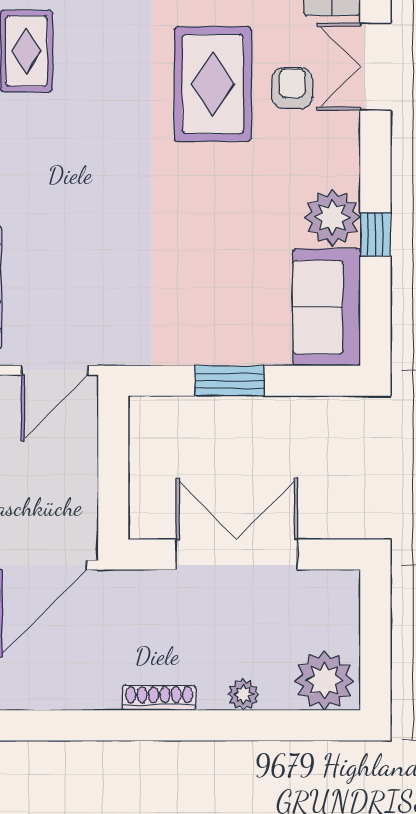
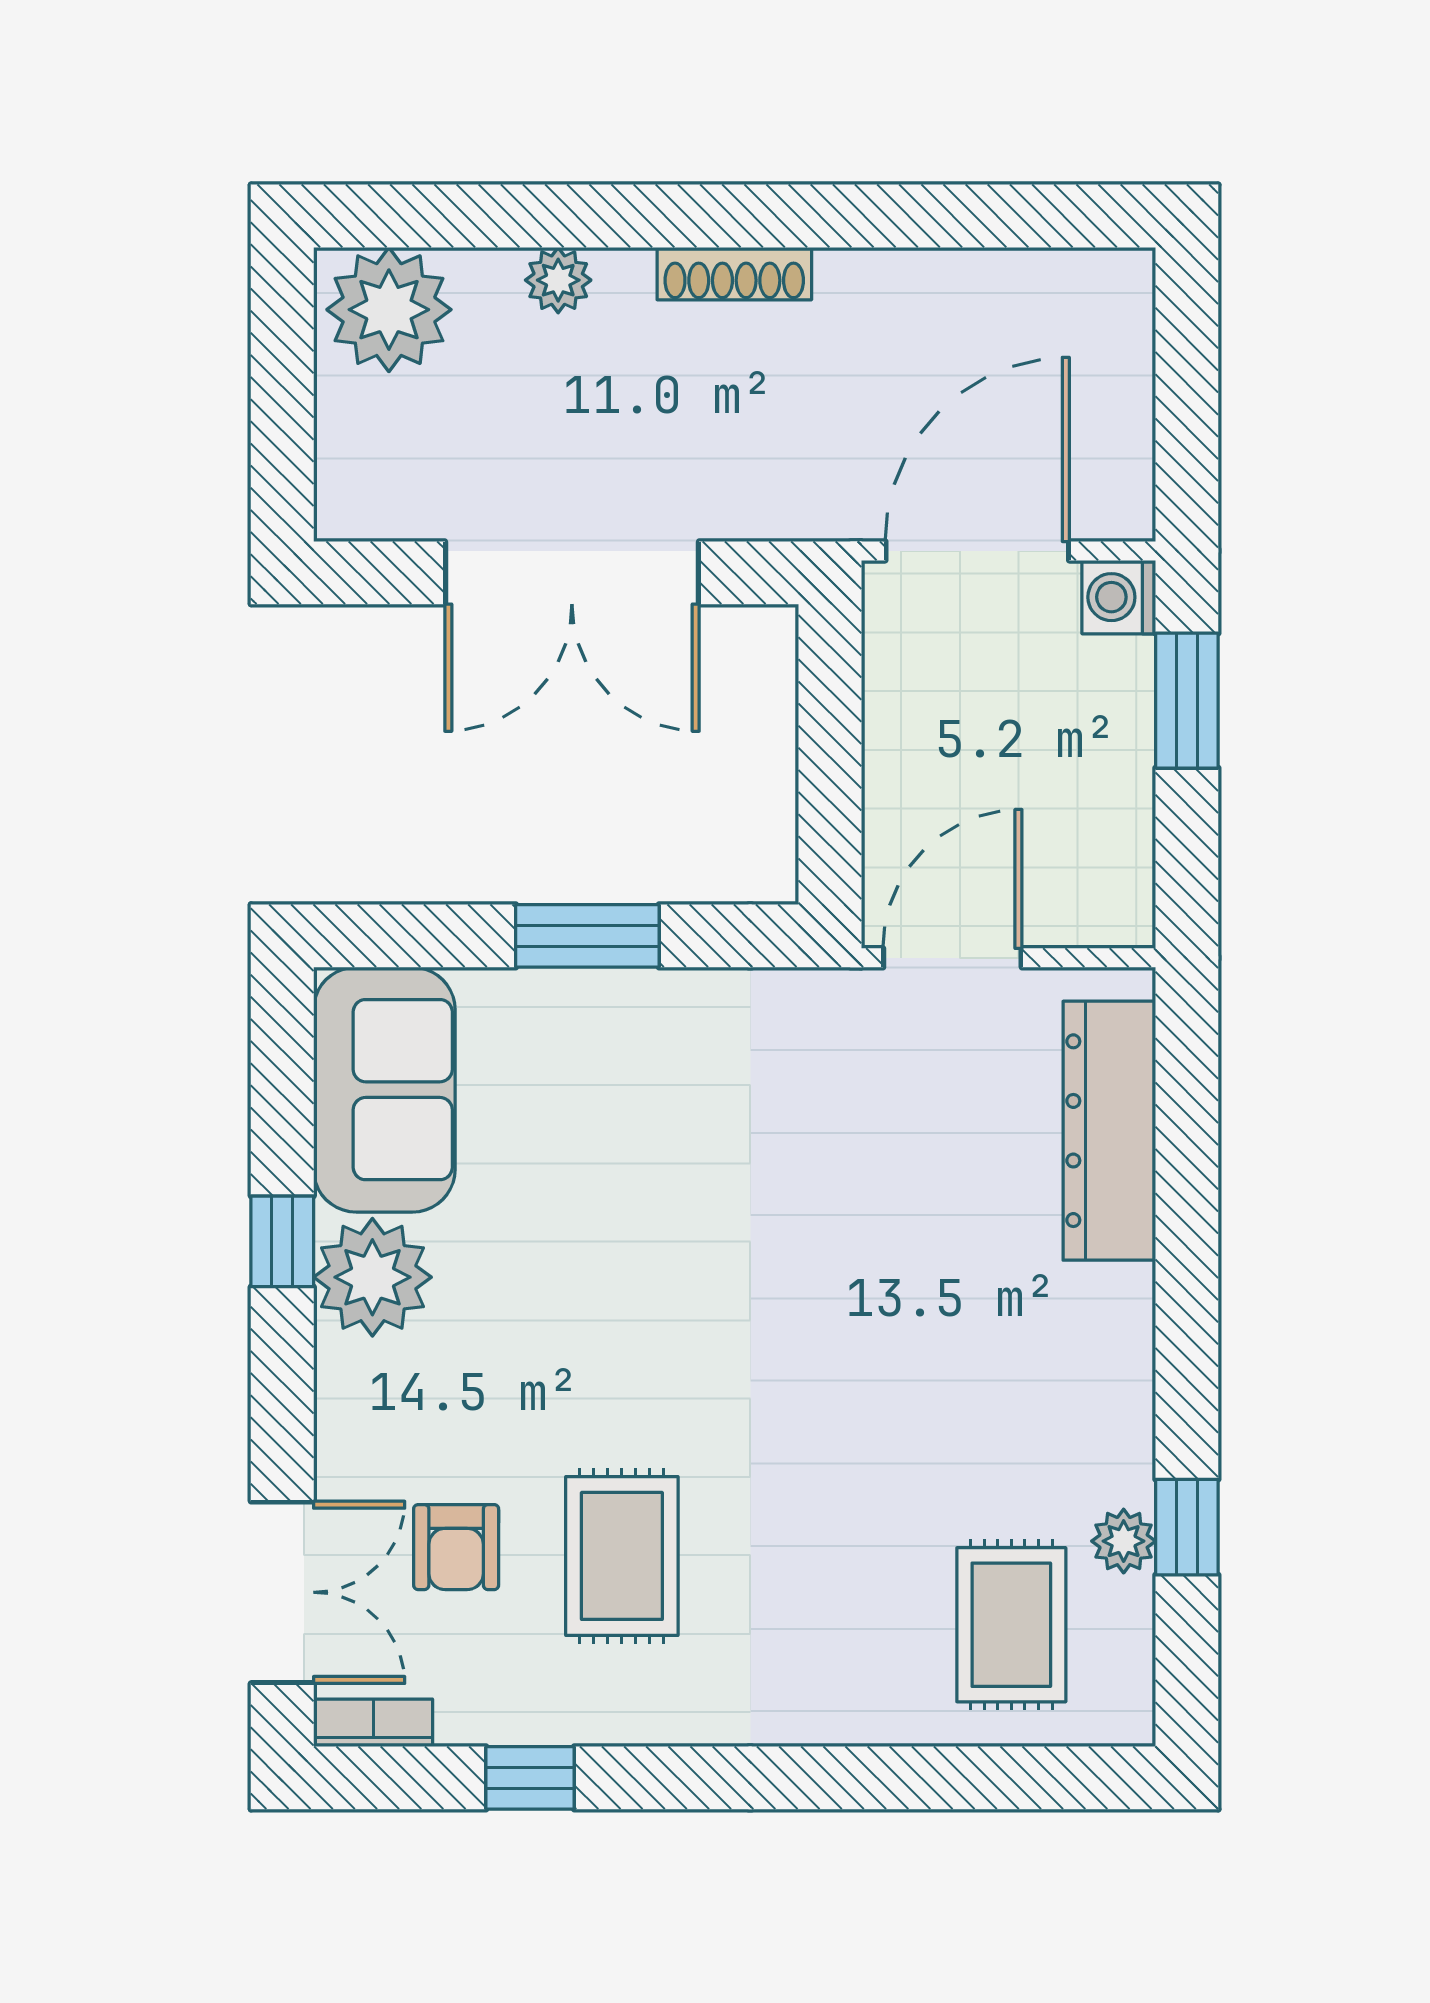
rug: (213, 84) -> (622, 1556), width x0.73, depth x0.70

